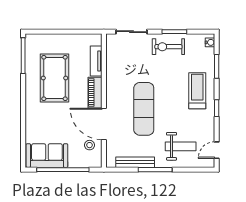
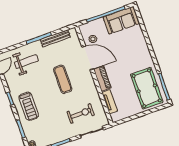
exercise bike: (168, 47) -> (81, 113), moved
pool table: (54, 78) -> (147, 88), moved
exercise mat: (144, 109) -> (63, 79), width x0.73, depth x0.69
weight bench: (181, 146) -> (26, 62), turned 180

